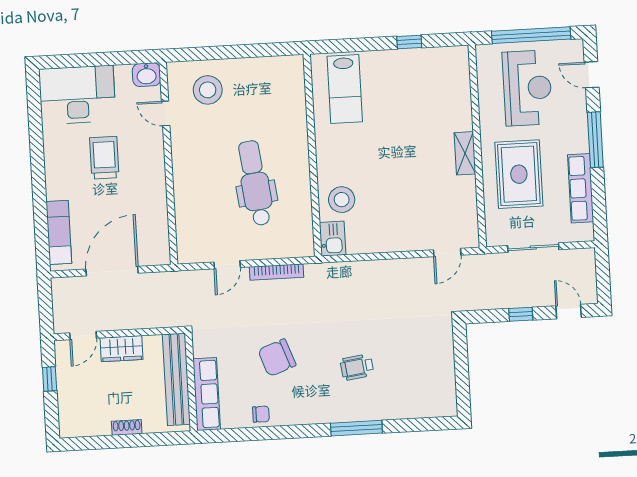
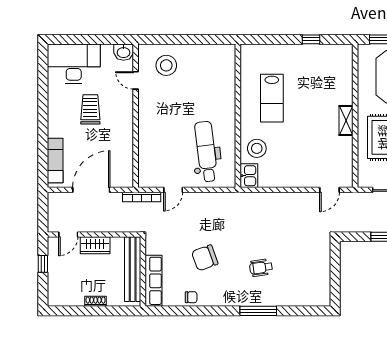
lab bench: (345, 89) -> (272, 98), moved
dental chair: (255, 183) -> (206, 152), moved
bookcase: (277, 272) -> (142, 197), moved

